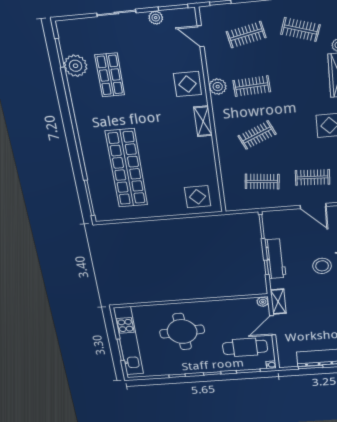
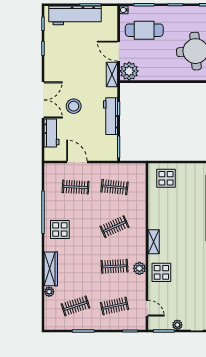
clothes rail: (300, 29) -> (76, 306), turned -36
plant: (263, 302) -> (129, 71), width x1.87, depth x1.87
door: (273, 325) -> (119, 51), swing flipped

